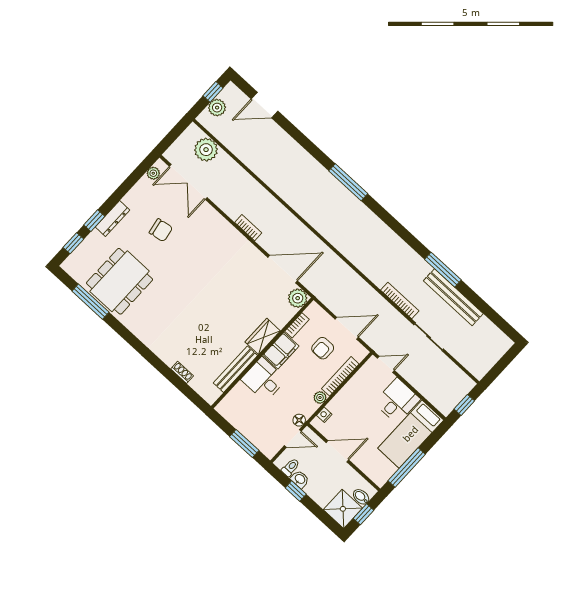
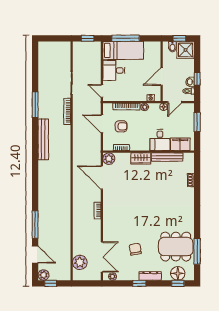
plant: (217, 108) -> (43, 275), moved
window: (348, 182) -> (35, 225), moved
window: (94, 221) -> (139, 283), moved
floor lamp: (85, 254) -> (178, 273), added
bench: (453, 297) -> (43, 139), moved
filing cabinet: (281, 351) -> (180, 144), moved
door: (293, 438) -> (175, 102), swing flipped
door: (337, 451) -> (162, 77), hinge flipped
window: (407, 468) -> (126, 38), moved

